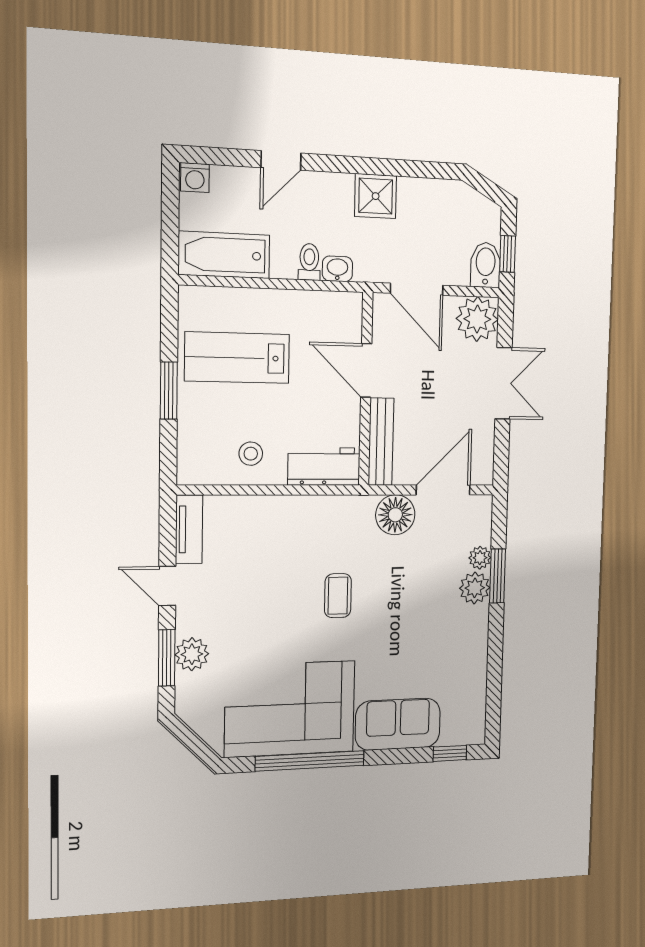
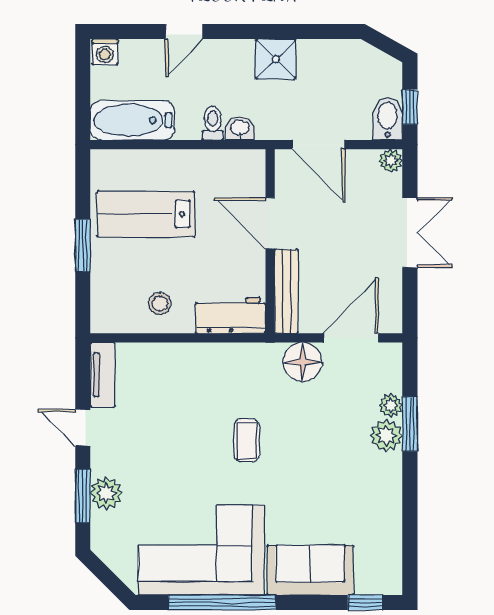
plant: (477, 319) -> (391, 161), width x0.53, depth x0.53

